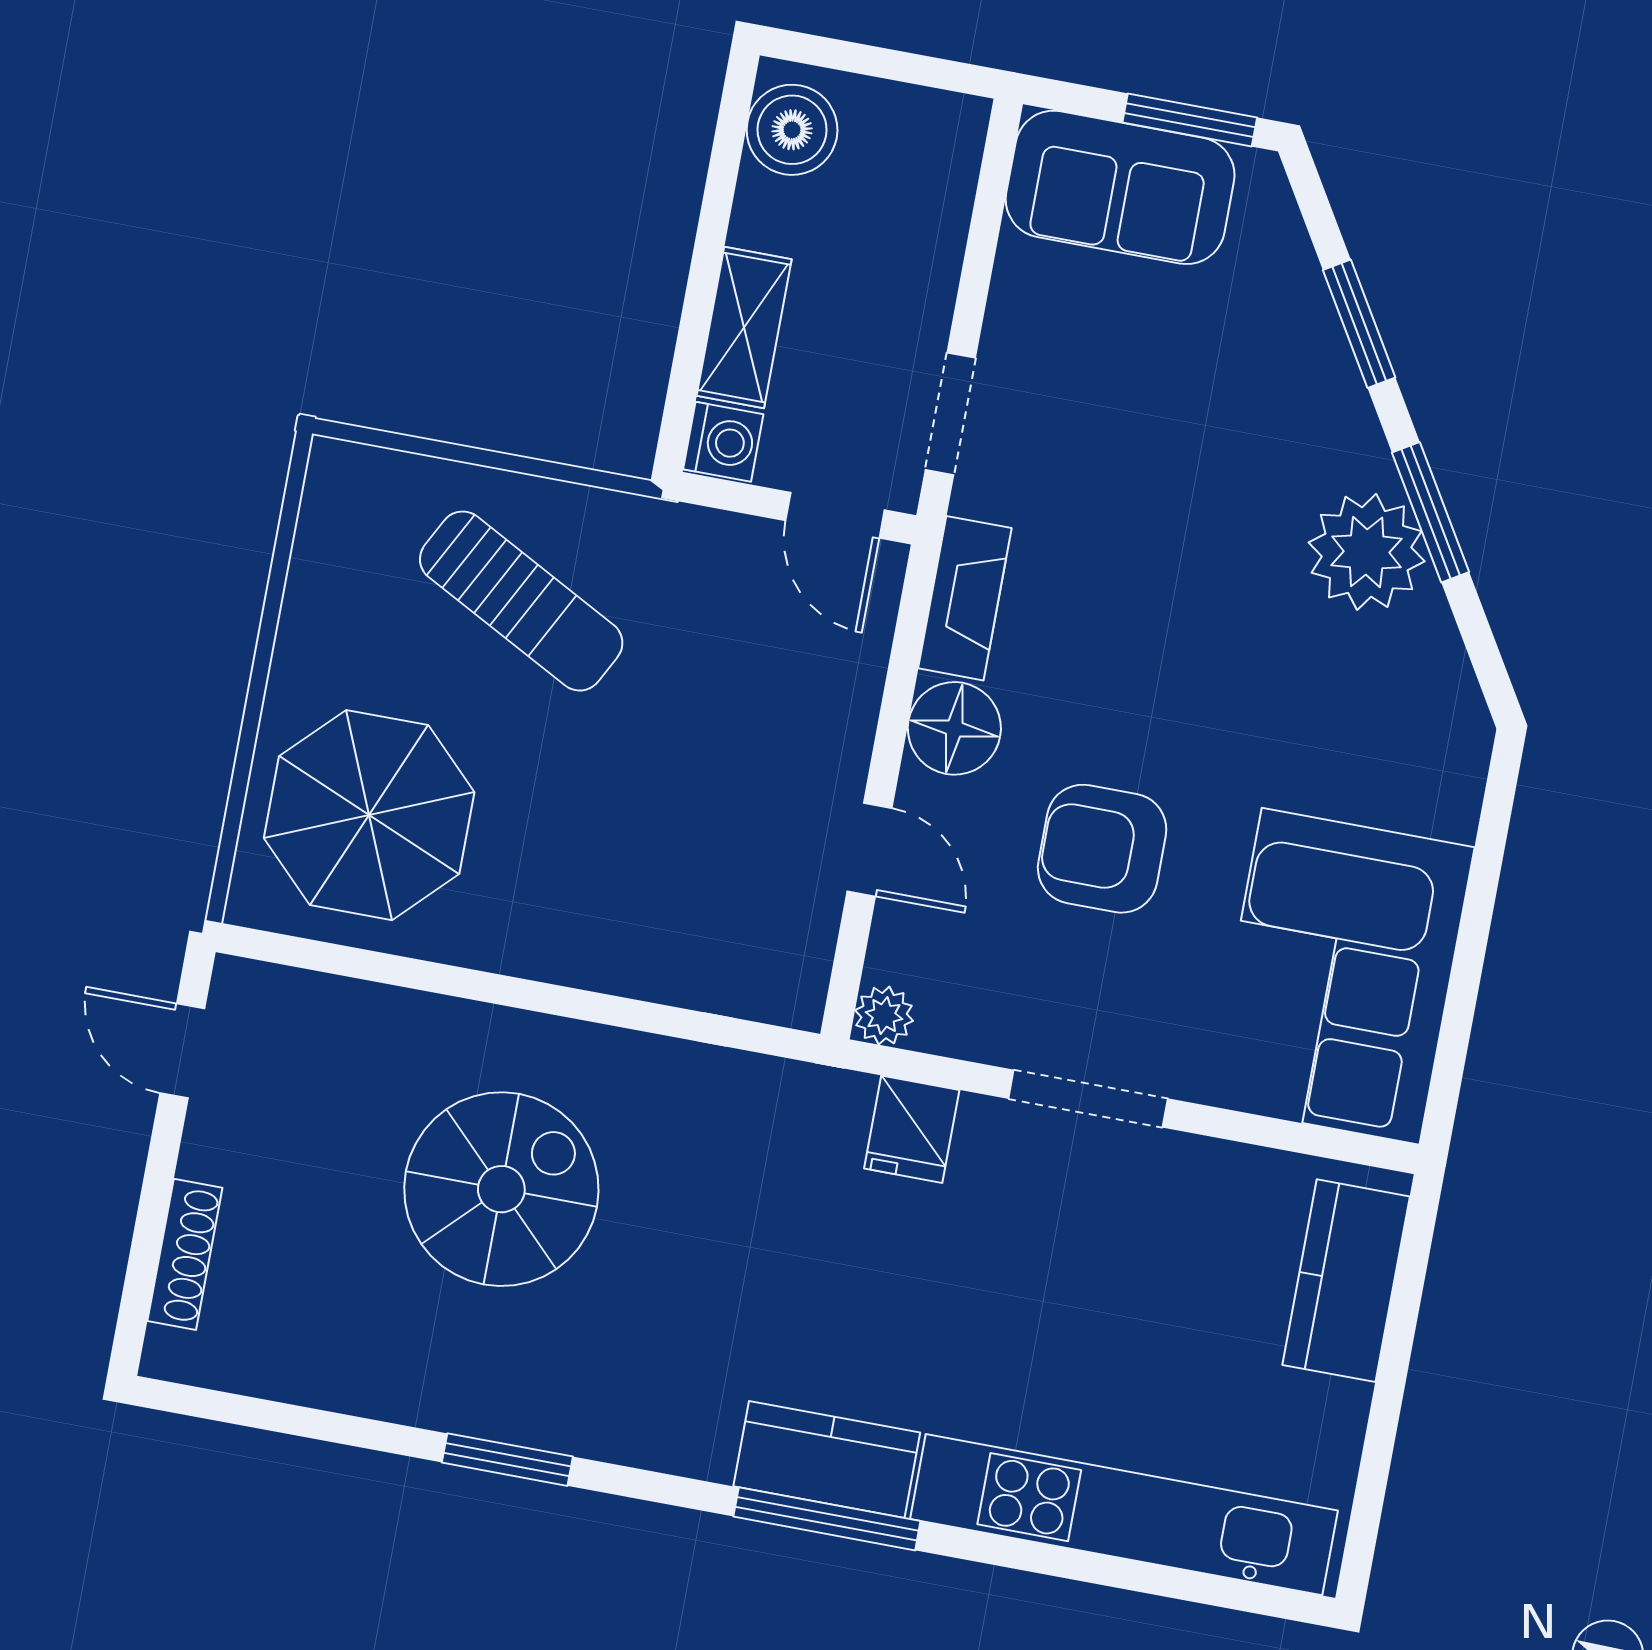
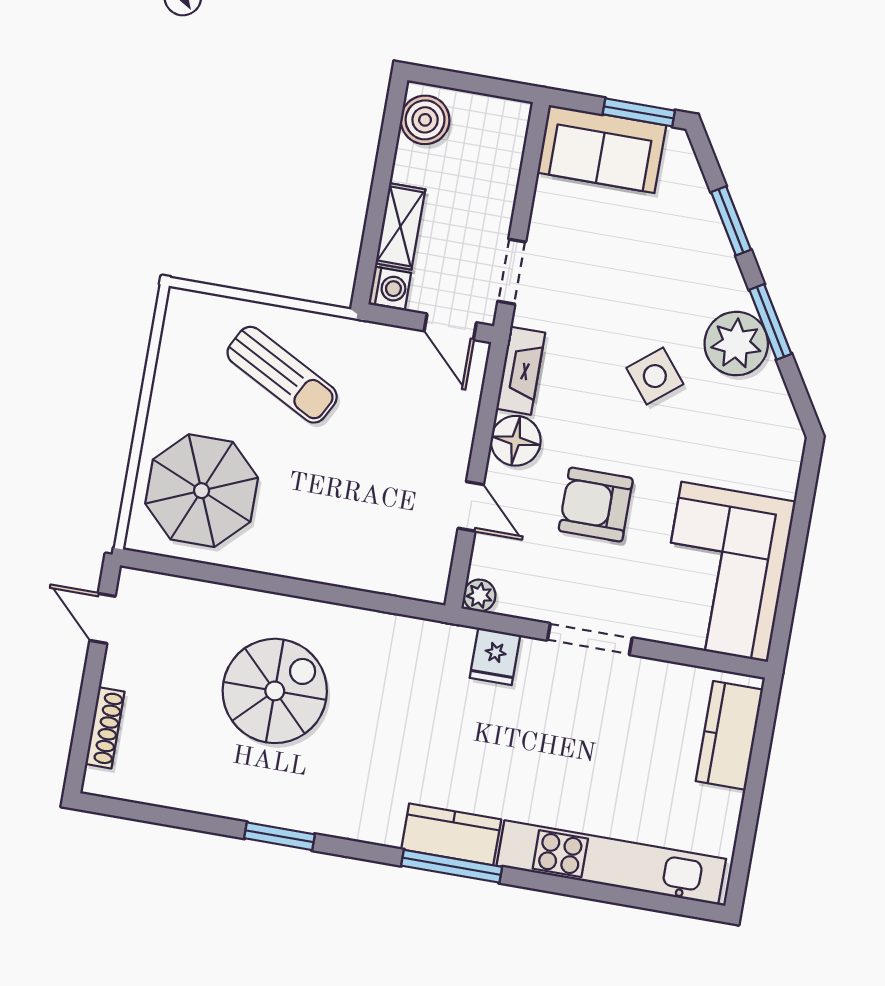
side table: (1215, 611) -> (655, 376), added

